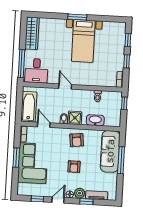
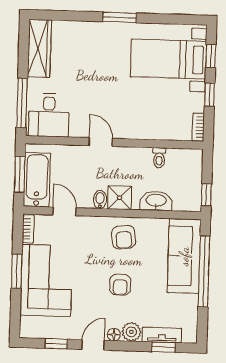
bed with nightstands: (83, 41) -> (168, 59), moved, turned 90
window: (19, 103) -> (20, 174), added
window: (124, 103) -> (206, 195), moved
window: (121, 160) -> (204, 271), width x1.46
window: (86, 202) -> (164, 347), moved

